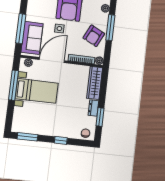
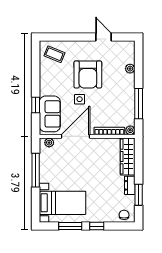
window: (110, 28) -> (139, 104), moved
window: (21, 29) -> (36, 105), width x0.46
armchair: (94, 36) -> (120, 102), removed
bed with nightstands: (37, 91) -> (63, 203), moved
window: (27, 137) -> (70, 226), moved

